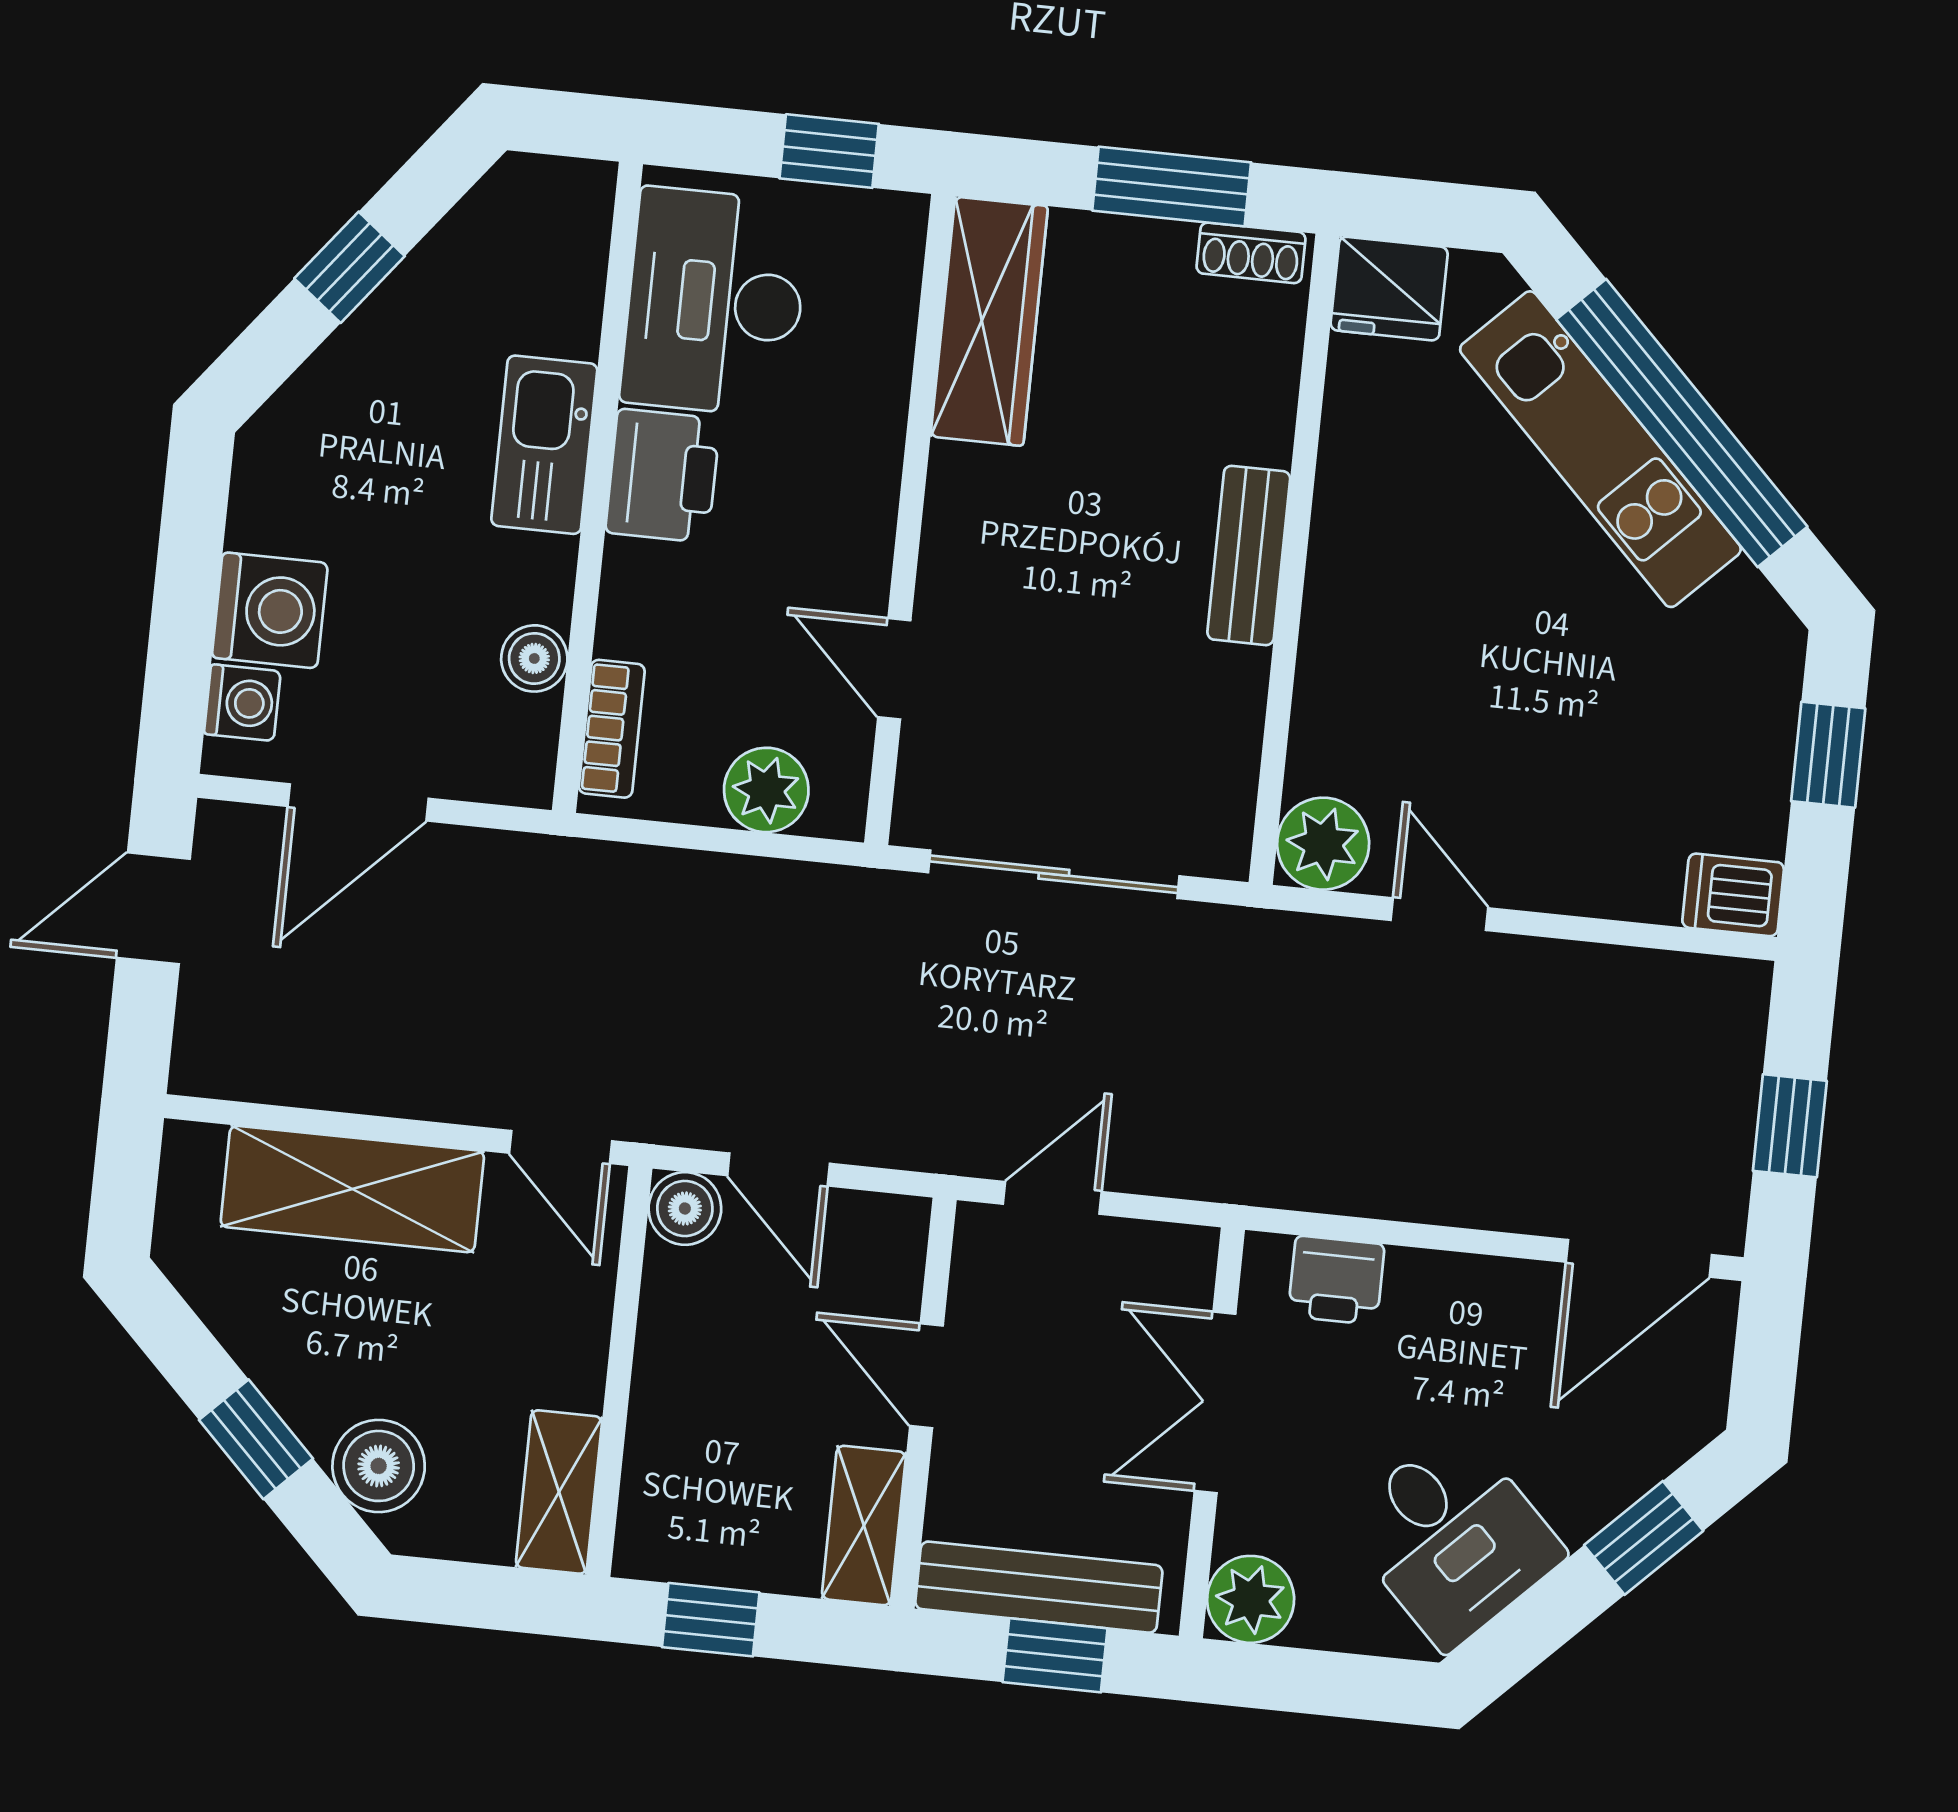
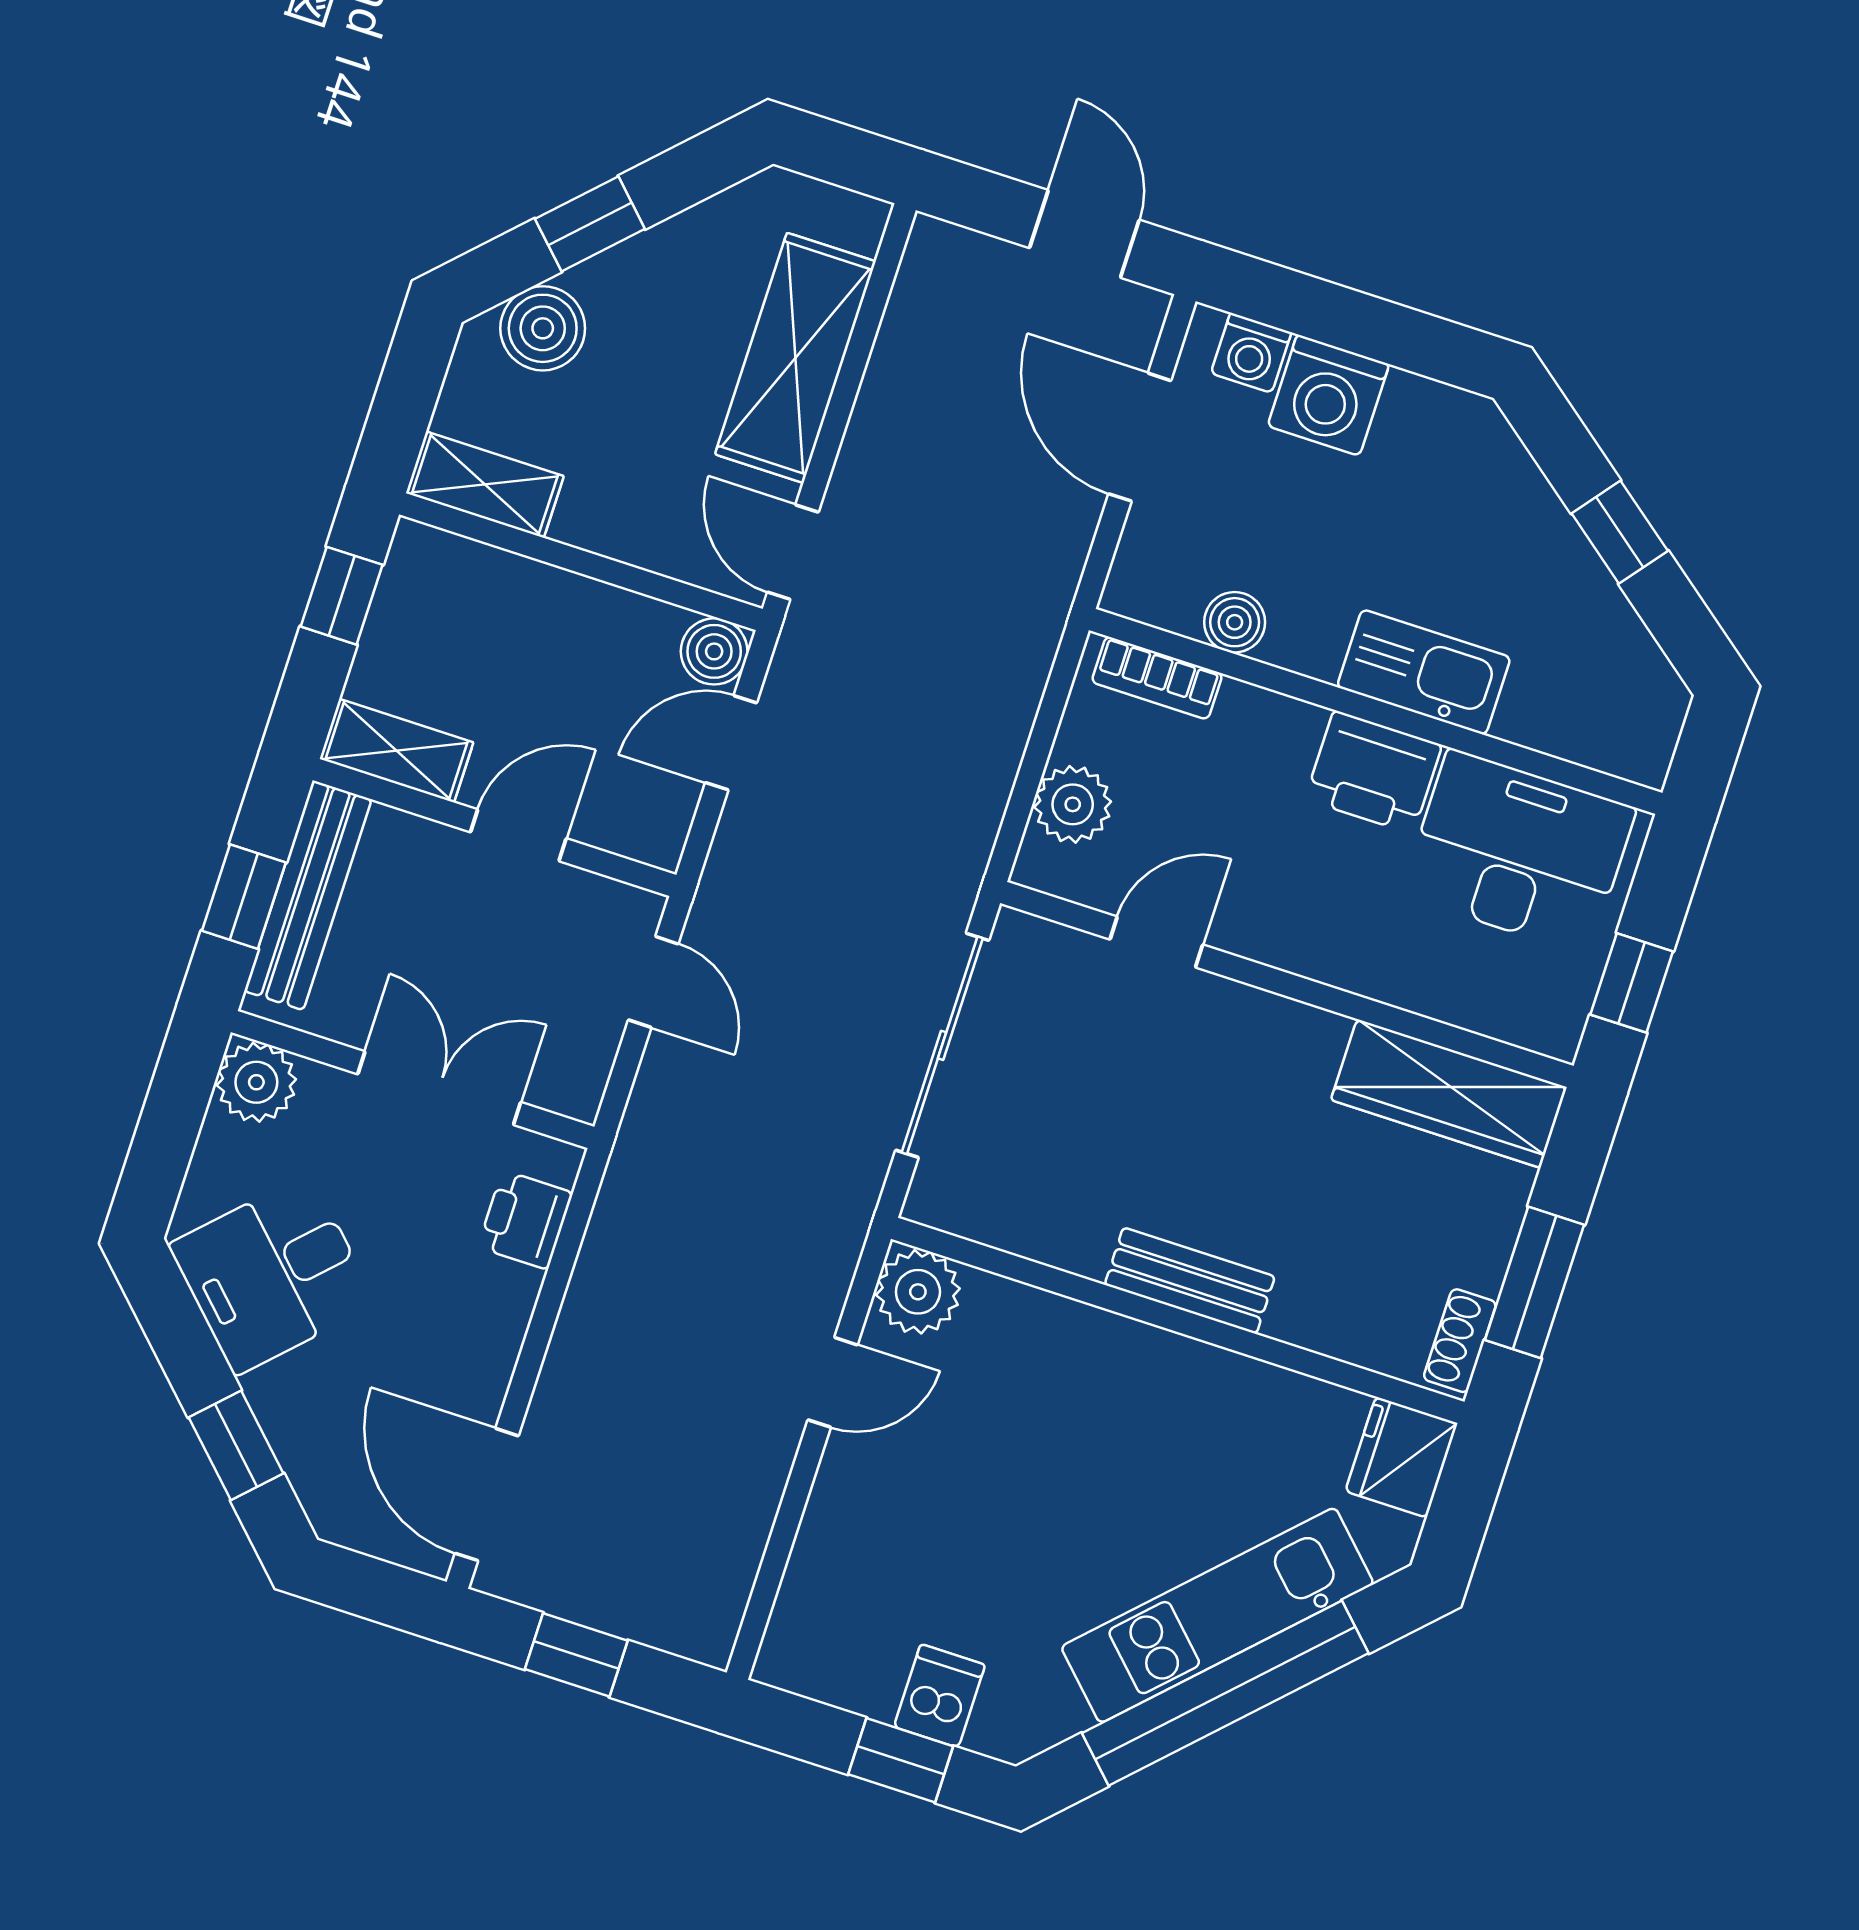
dishwasher: (1733, 895) -> (939, 1696), moved
door: (561, 1147) -> (793, 552), hinge flipped

